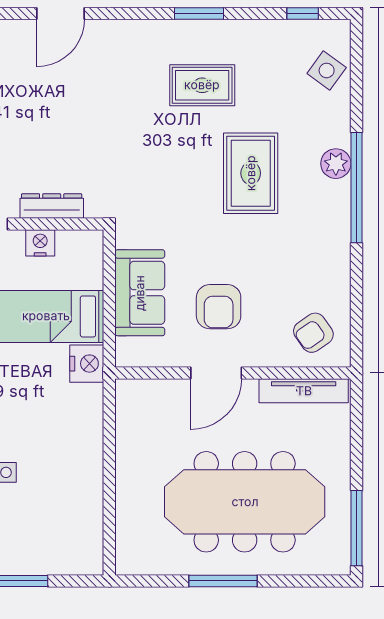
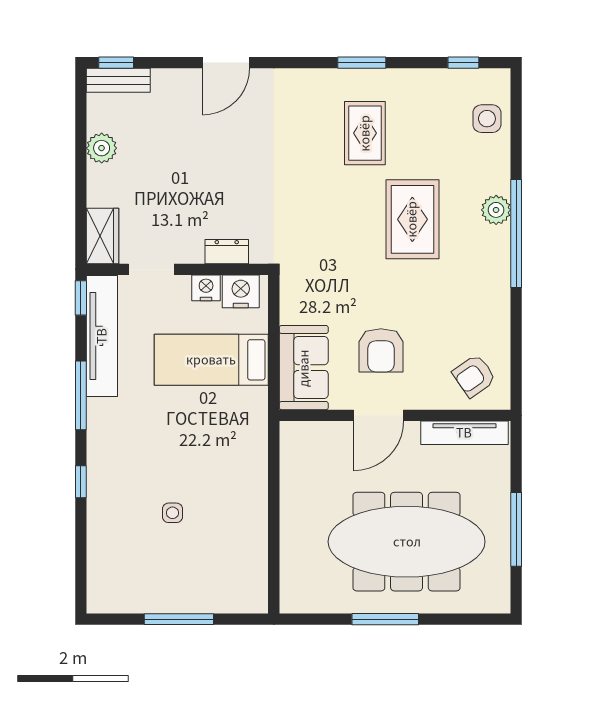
side table: (327, 70) -> (487, 119), turned -36
rug: (202, 85) -> (365, 133), turned 90
dresser: (52, 206) -> (227, 252), width x0.70
sofa: (140, 293) -> (304, 368), moved
nightstand: (87, 364) -> (241, 291), moved, turned -90
window: (356, 528) -> (516, 529), moved

